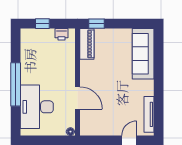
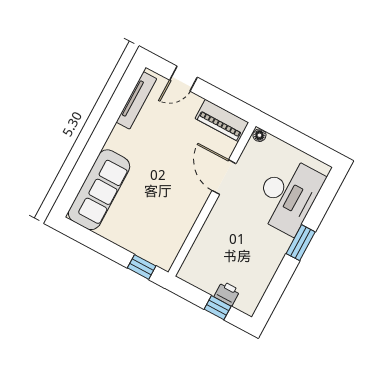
printer: (61, 34) -> (227, 294), moved
piano: (87, 44) -> (222, 120), moved, turned -90
window: (16, 84) -> (301, 243), width x0.47

